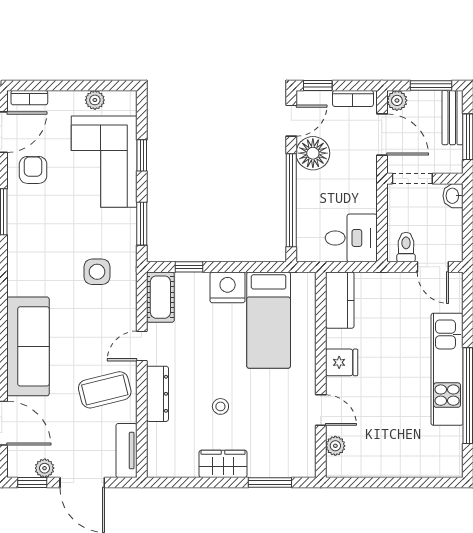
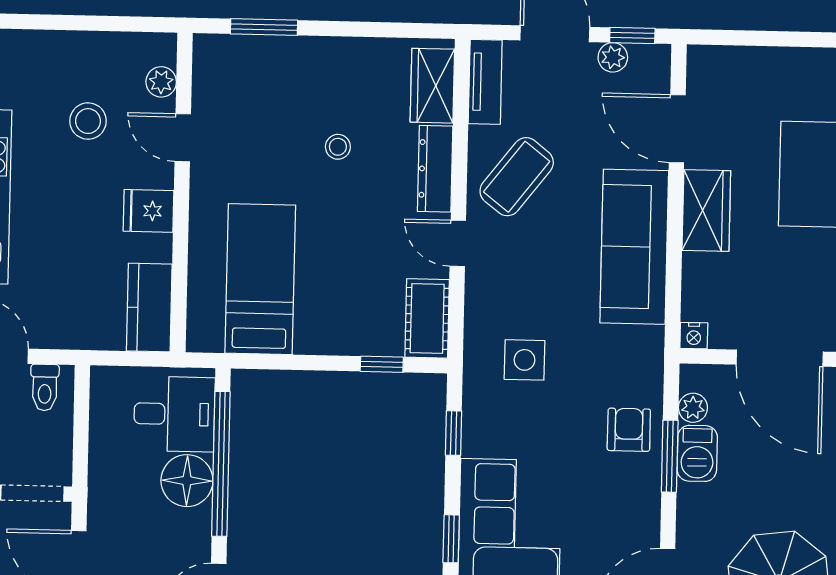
floor lamp: (313, 153) -> (187, 481), moved
armchair: (33, 170) -> (629, 430), moved, turned 180
window: (142, 224) -> (454, 433), width x0.67
desk: (351, 238) -> (174, 414), moved, turned 180
nightstand: (228, 287) -> (323, 331), removed
door: (142, 346) -> (458, 243), swing flipped
coffee table: (105, 390) -> (517, 177), turned -38
stool: (382, 419) -> (88, 121), added
wardrobe: (223, 464) -> (432, 86), moved, turned 90

